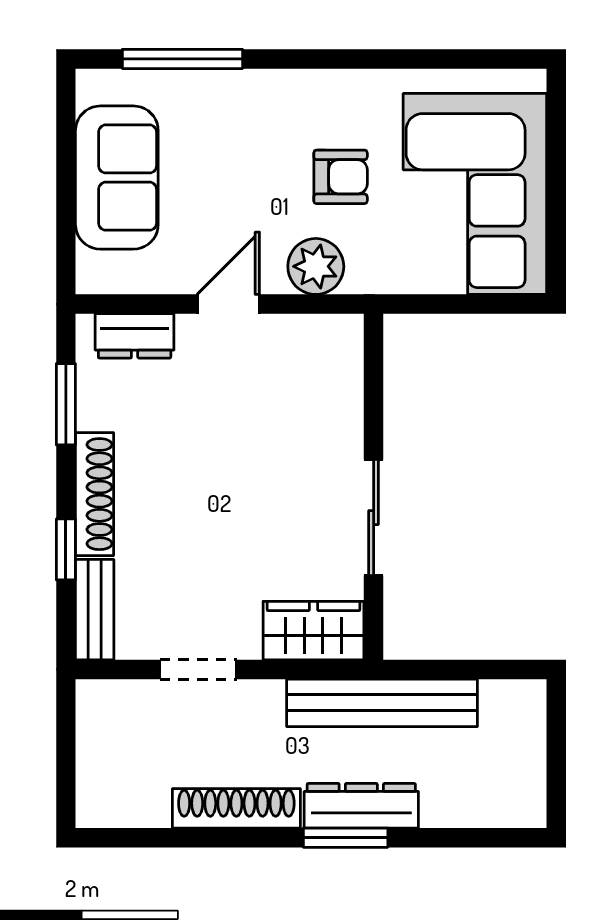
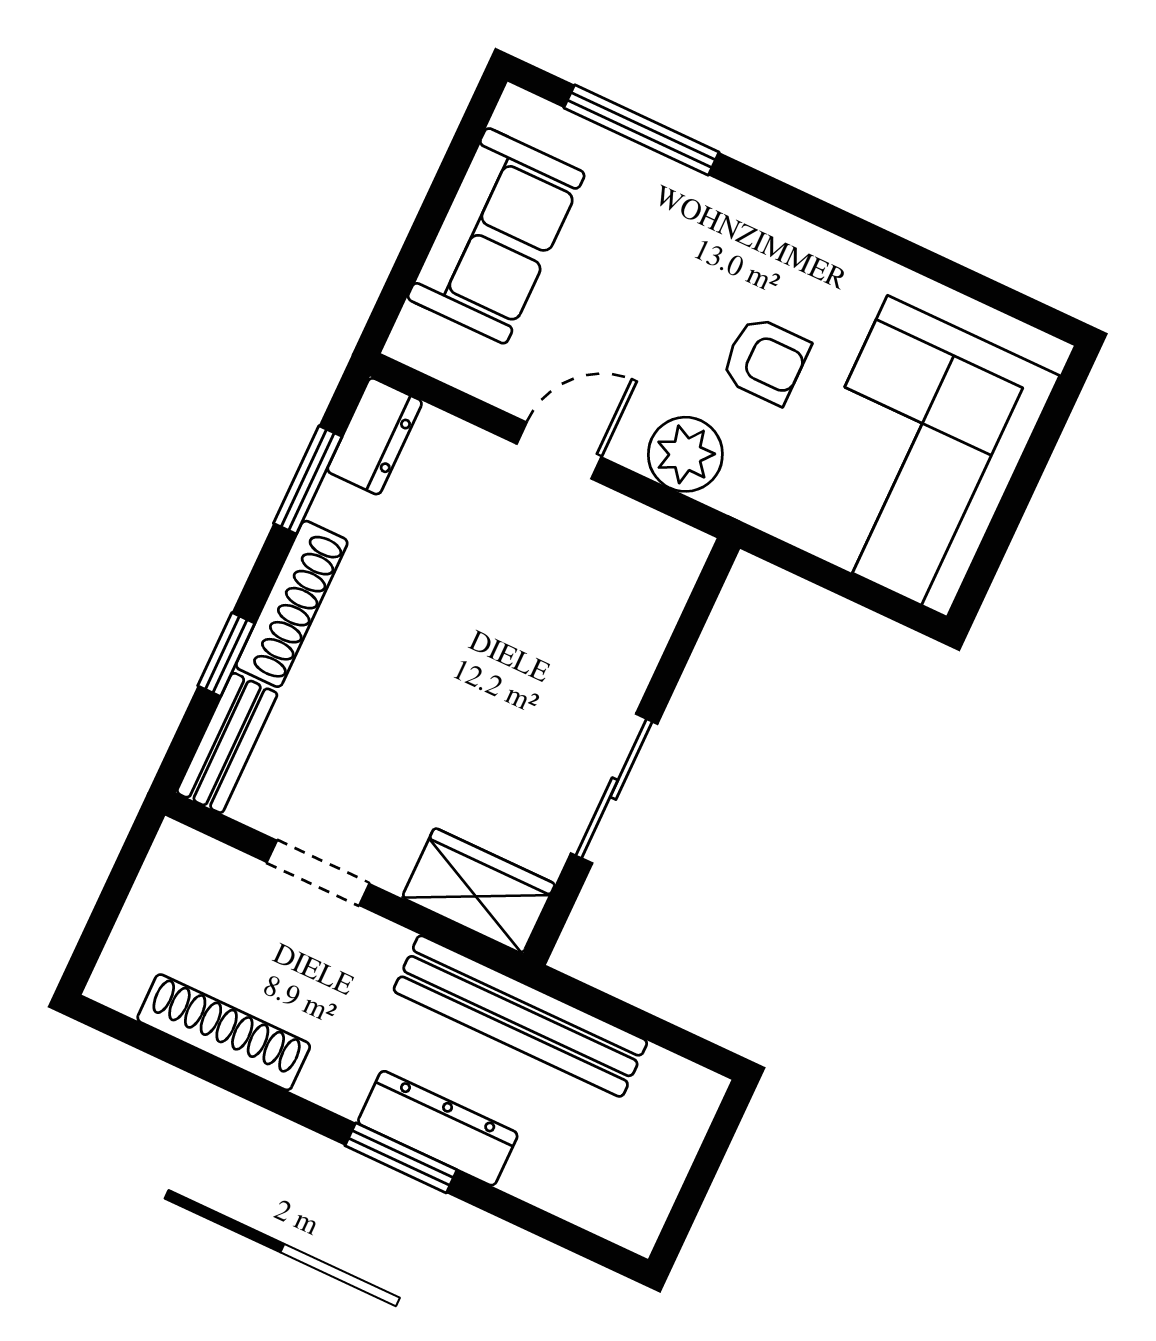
dresser: (135, 336) -> (375, 436), moved, turned -90
shoe rack: (236, 808) -> (224, 1032), moved

